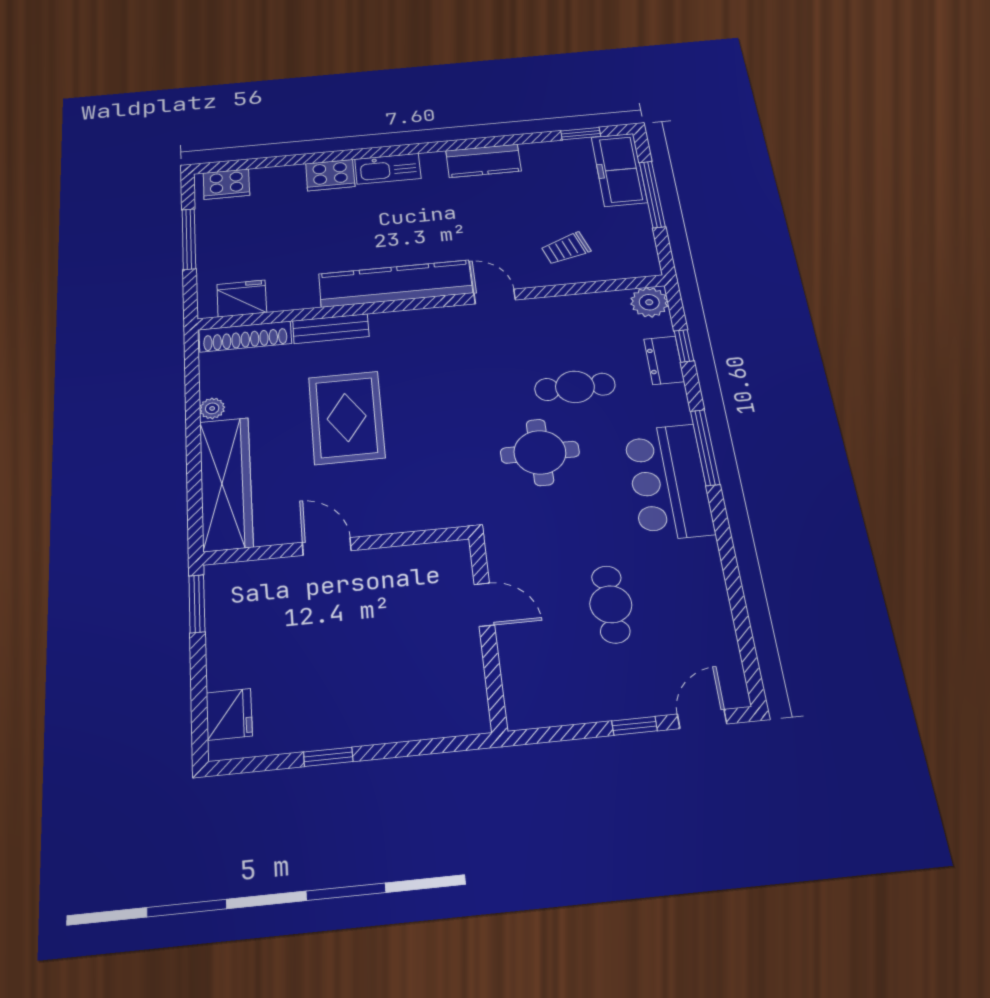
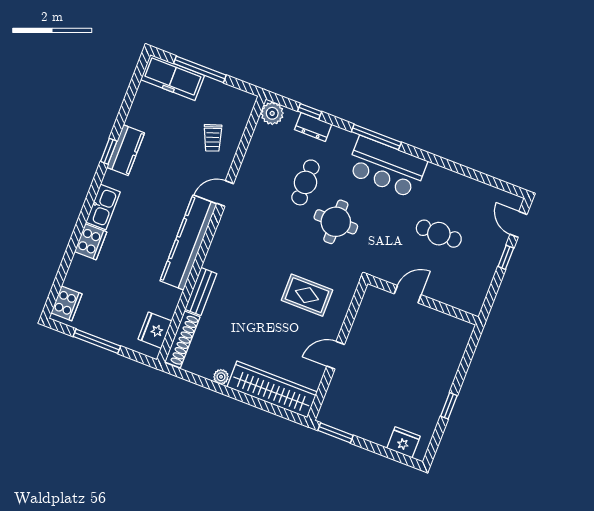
window: (581, 134) -> (109, 151), moved
rug: (347, 417) -> (307, 295), moved, width x0.73, depth x0.70

